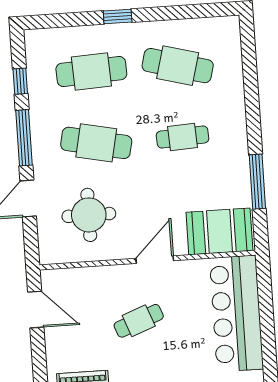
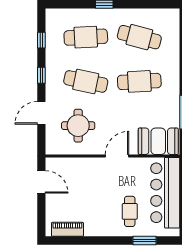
cafe table: (183, 137) -> (139, 81), width x1.37, depth x1.35
window: (24, 138) -> (41, 75), width x0.46
cafe table: (139, 321) -> (130, 211), moved, turned -69

